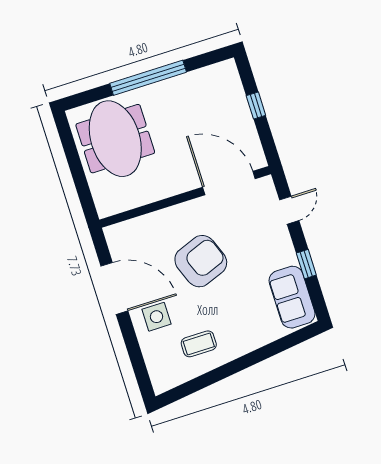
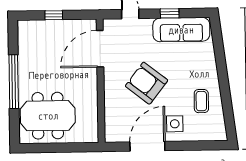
armchair: (201, 261) -> (147, 83), turned -31
sofa: (292, 297) -> (181, 30), width x1.36

